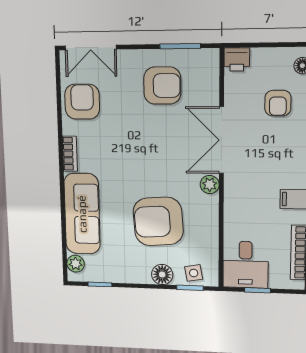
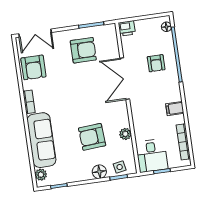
armchair: (82, 102) -> (33, 67), turned 180
armchair: (278, 103) -> (156, 63), moved
plant: (210, 185) -> (125, 134), moved
armchair: (158, 221) -> (92, 137), width x0.73, depth x0.73

